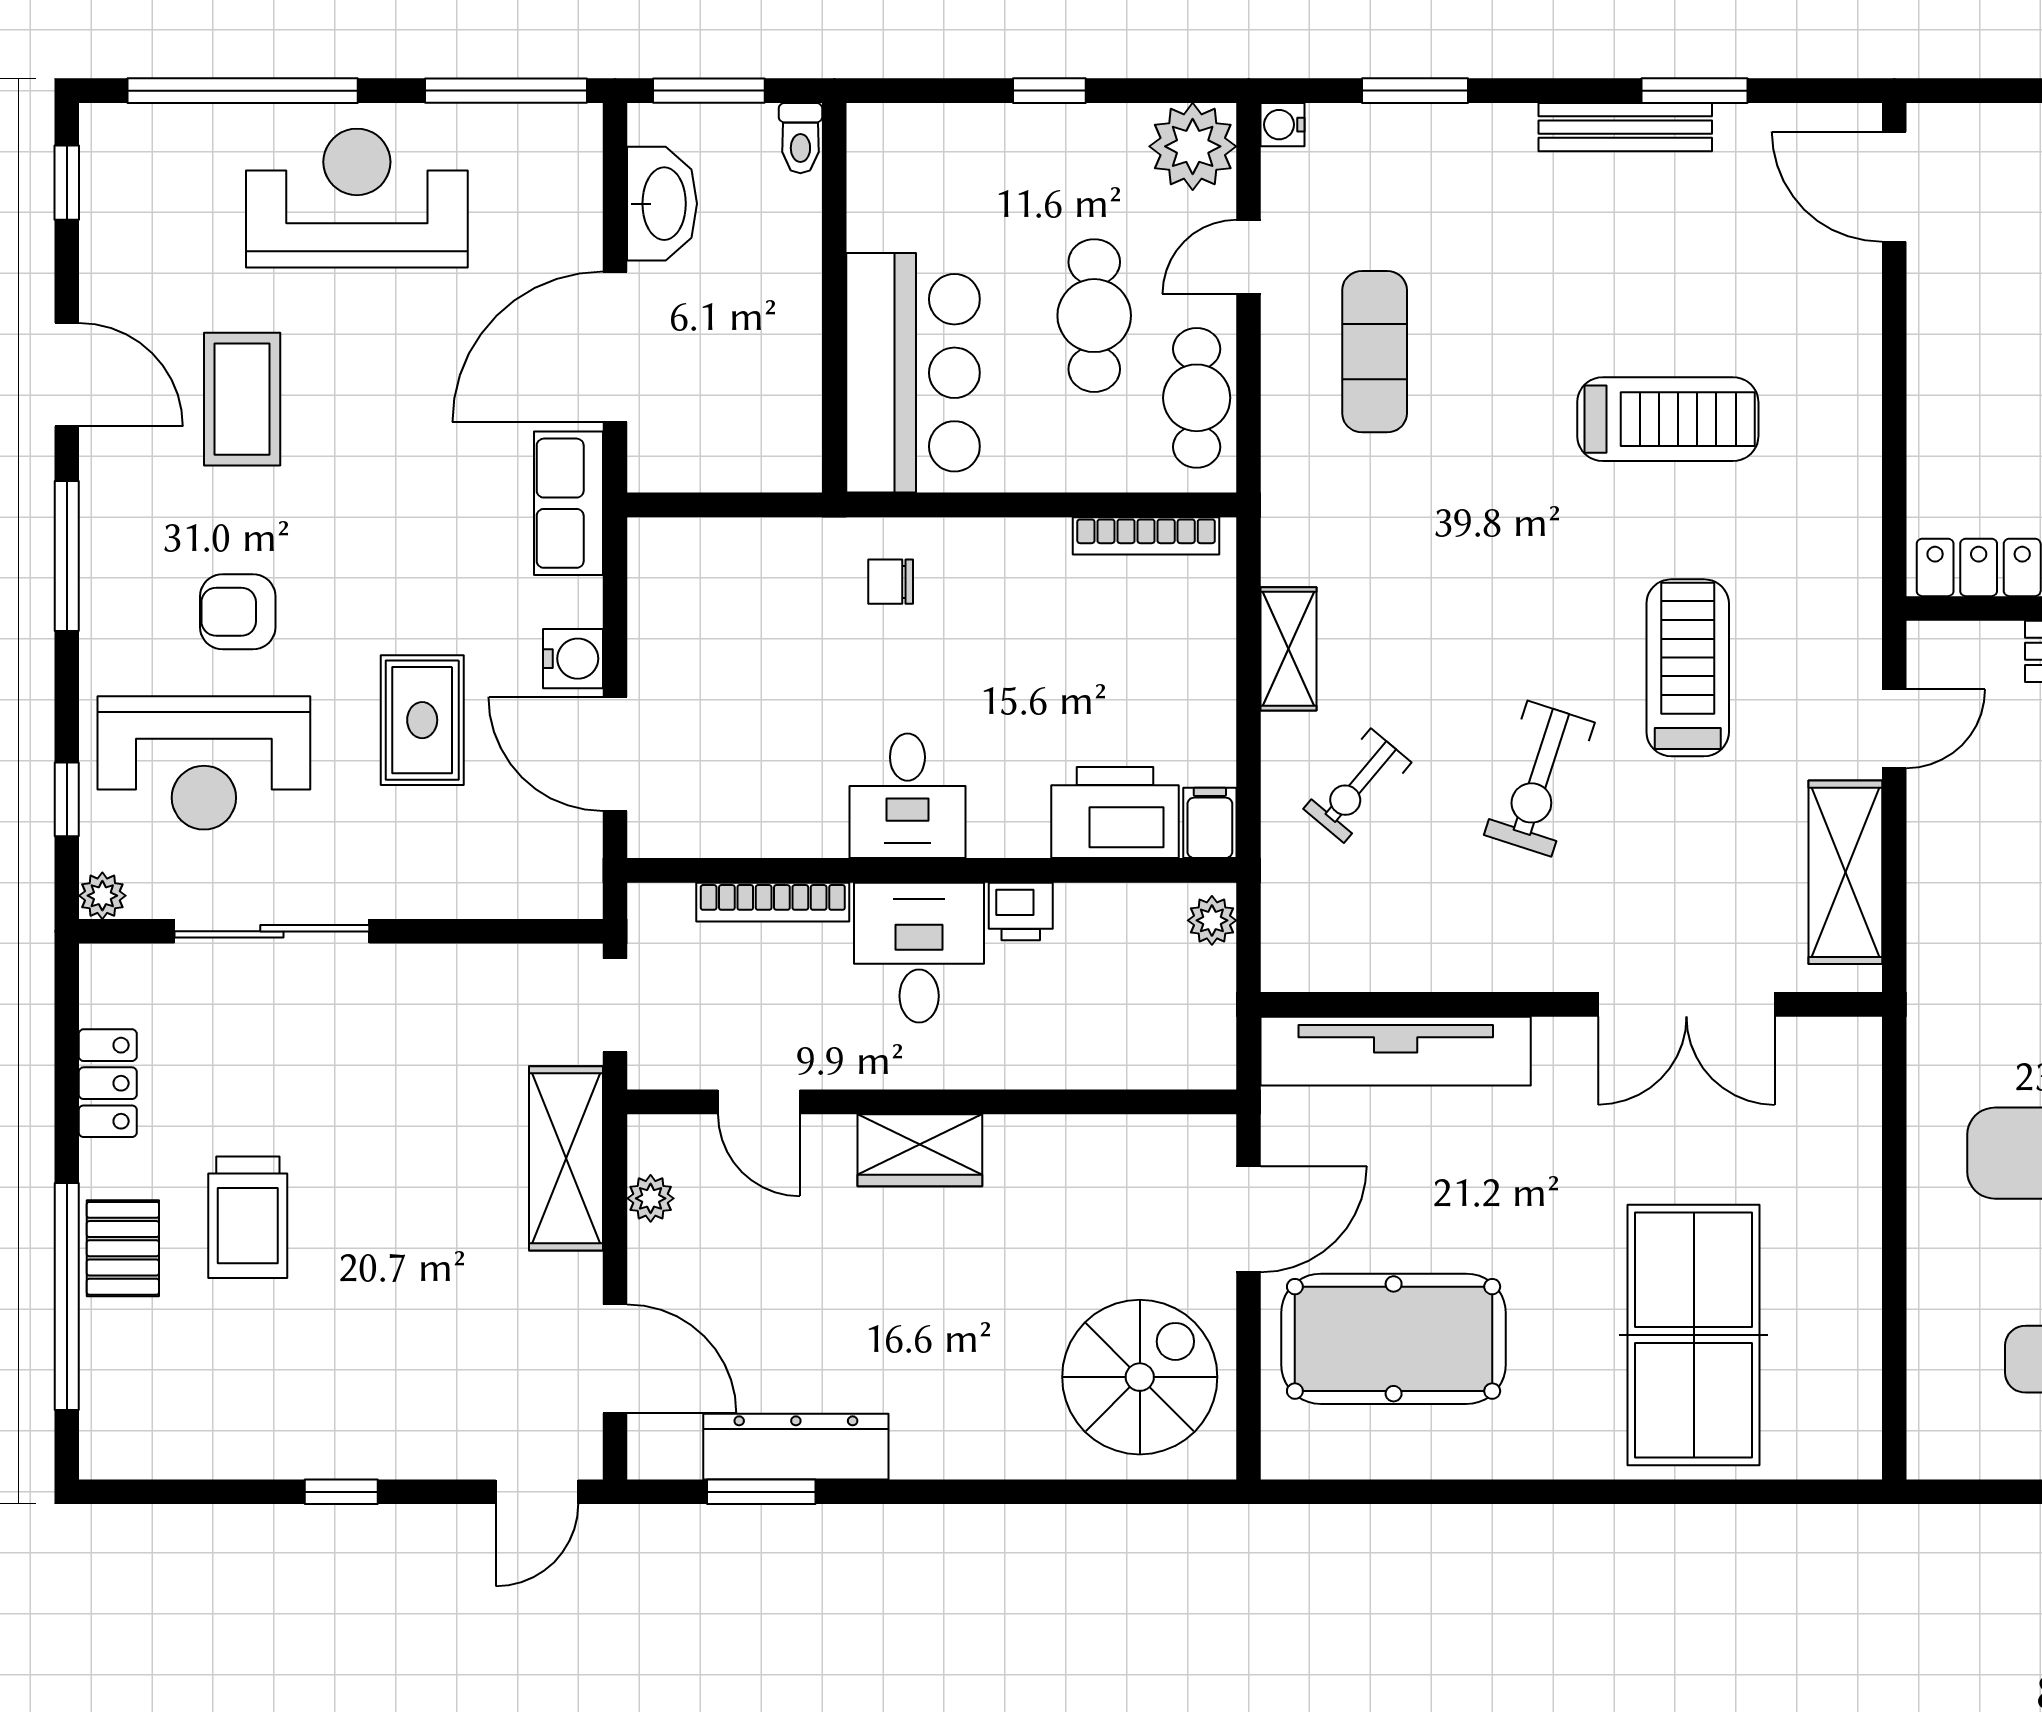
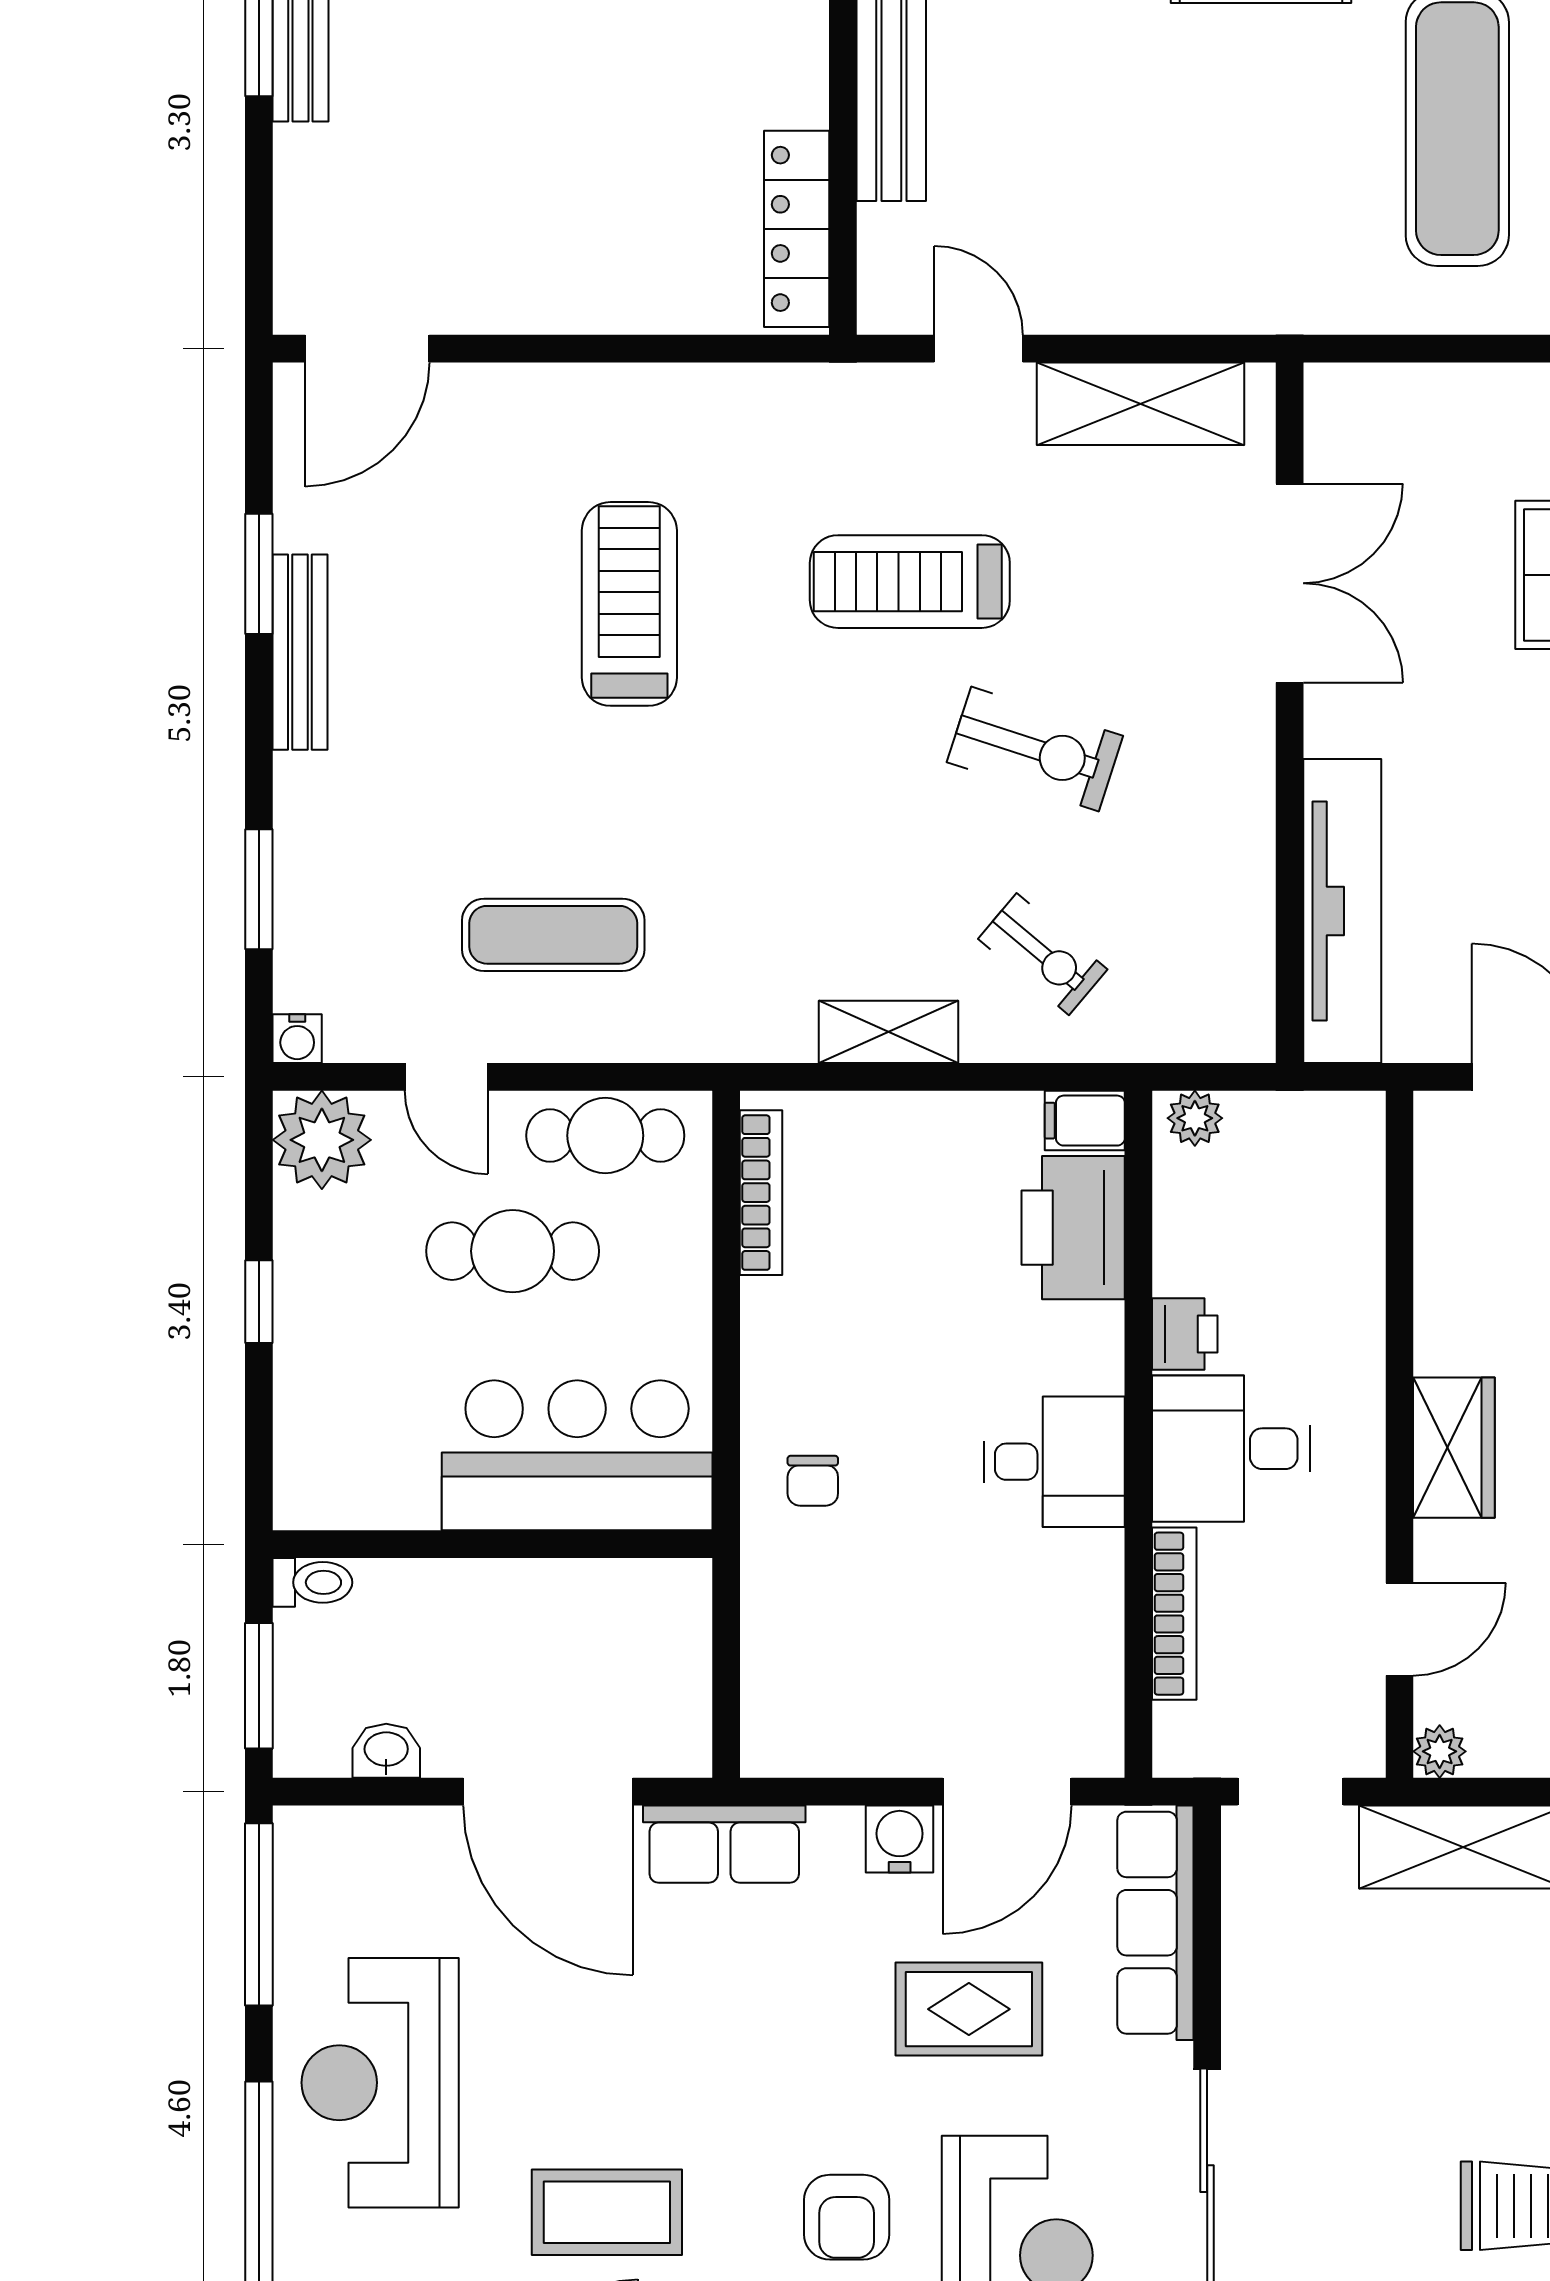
washbasin: (662, 204) -> (386, 1751), width x0.52, depth x0.69
row of seats: (499, 885) -> (1155, 1923), added
plant: (651, 1198) -> (1440, 1751), moved

